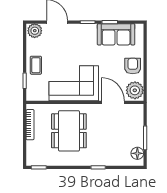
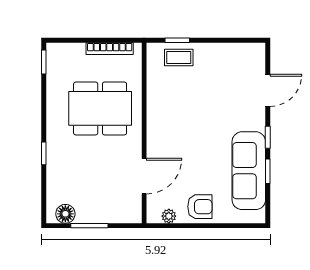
plant: (35, 31) -> (254, 56), removed
sofa: (116, 34) -> (249, 171), width x1.36
coffee table: (36, 65) -> (179, 57), moved
corner sofa: (74, 83) -> (174, 116), removed
plant: (135, 90) -> (169, 216), width x0.53, depth x0.53

